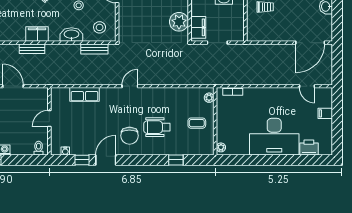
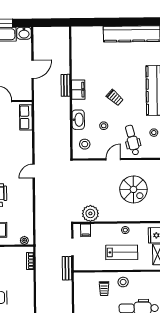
filing cabinet: (198, 27) -> (86, 230), width x0.50
bench: (94, 49) -> (67, 268), moved
door: (130, 86) -> (34, 171), swing flipped
row of seats: (84, 94) -> (26, 117), moved

